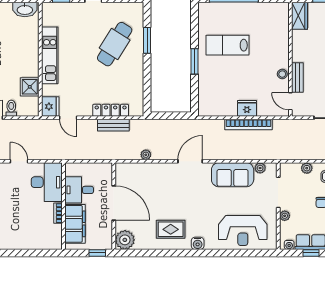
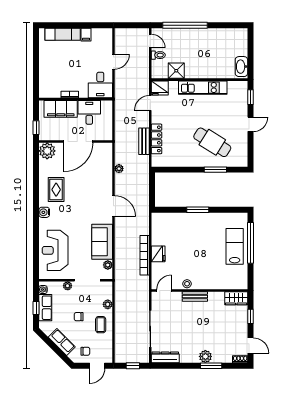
lab bench: (227, 45) -> (235, 246), moved
bench: (297, 78) -> (195, 297), moved
desk: (47, 182) -> (100, 85), width x0.73

